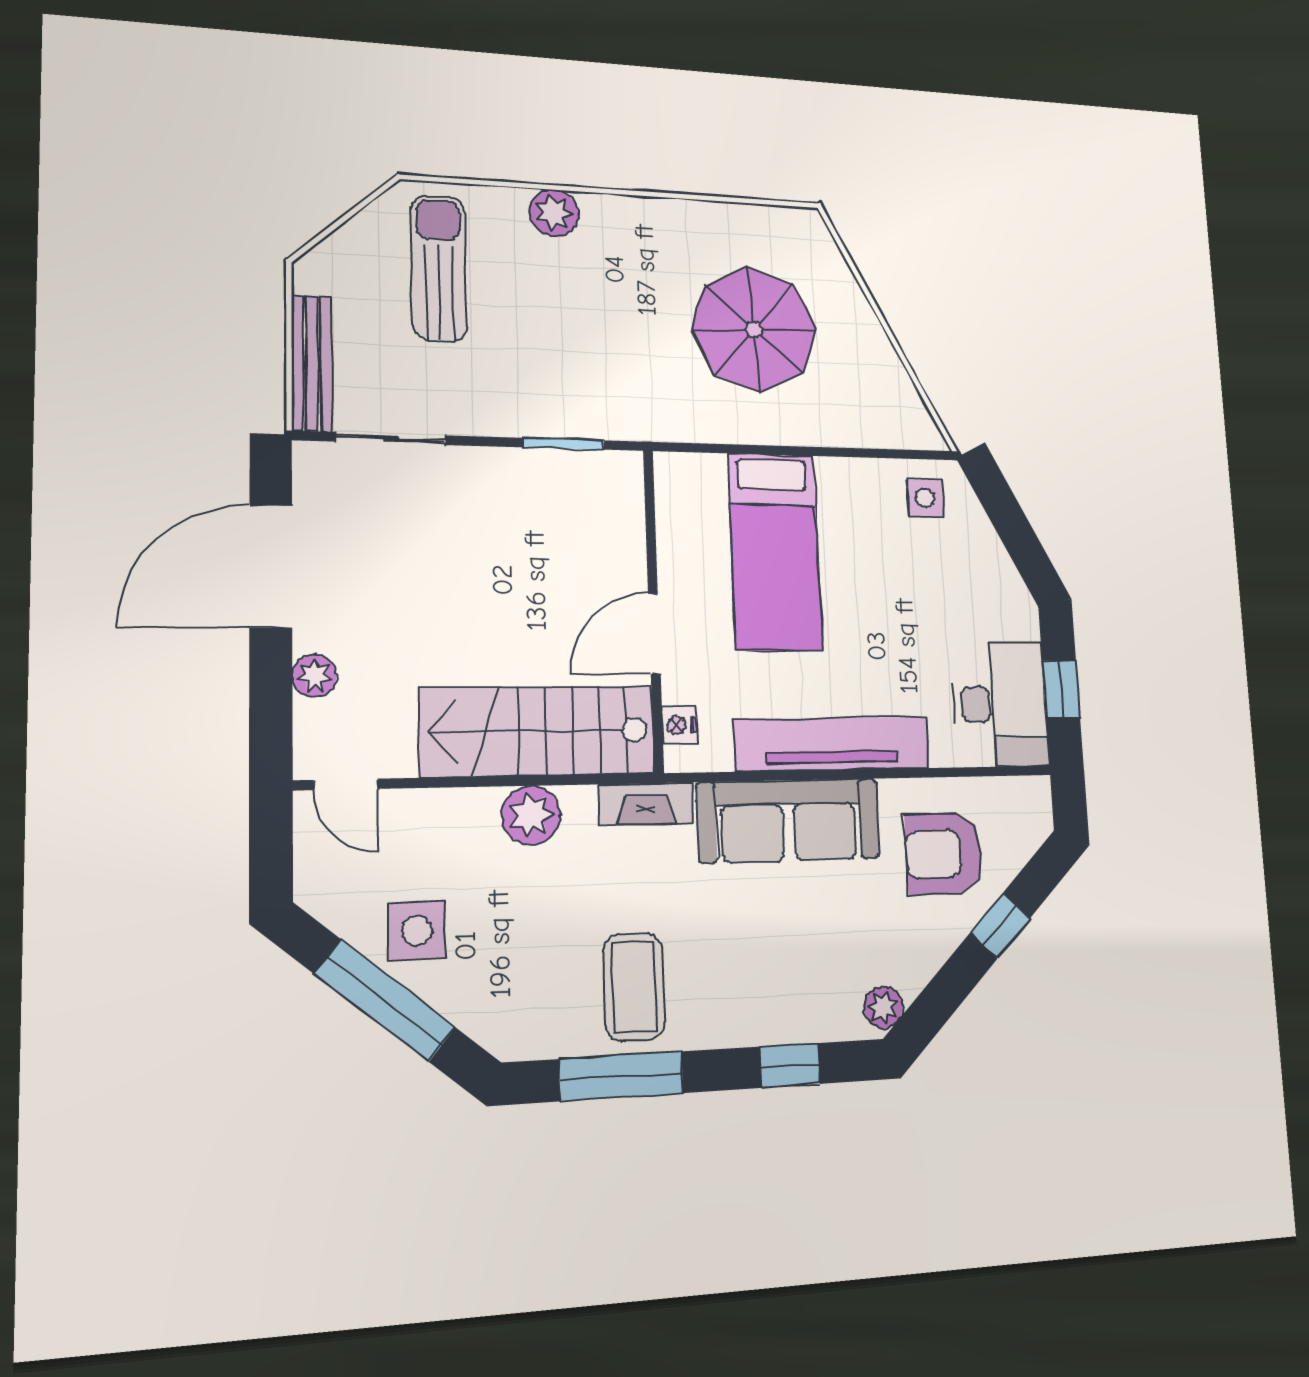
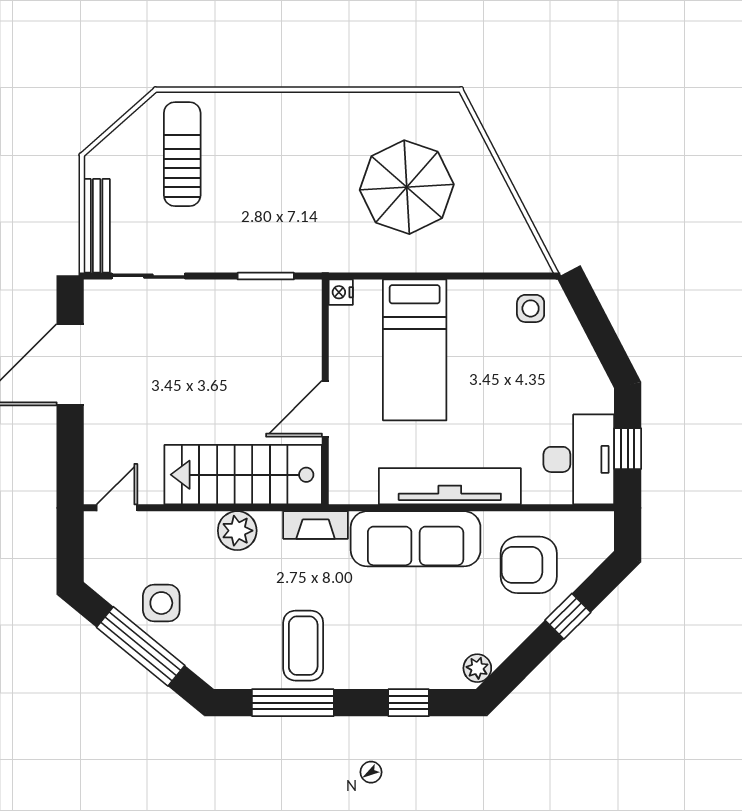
plant: (554, 213) -> (264, 109), removed
plant: (314, 676) -> (98, 437), removed
nightstand: (680, 725) -> (341, 292), moved
door: (346, 784) -> (117, 508), swing flipped

